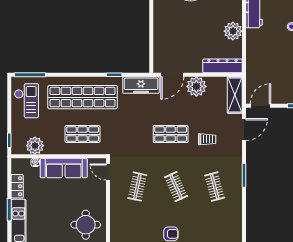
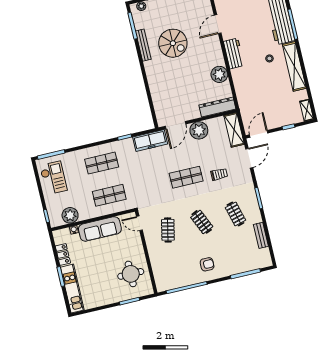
shop shelf: (83, 97) -> (102, 163), width x0.50, depth x0.74
bench: (237, 216) -> (261, 235), added

